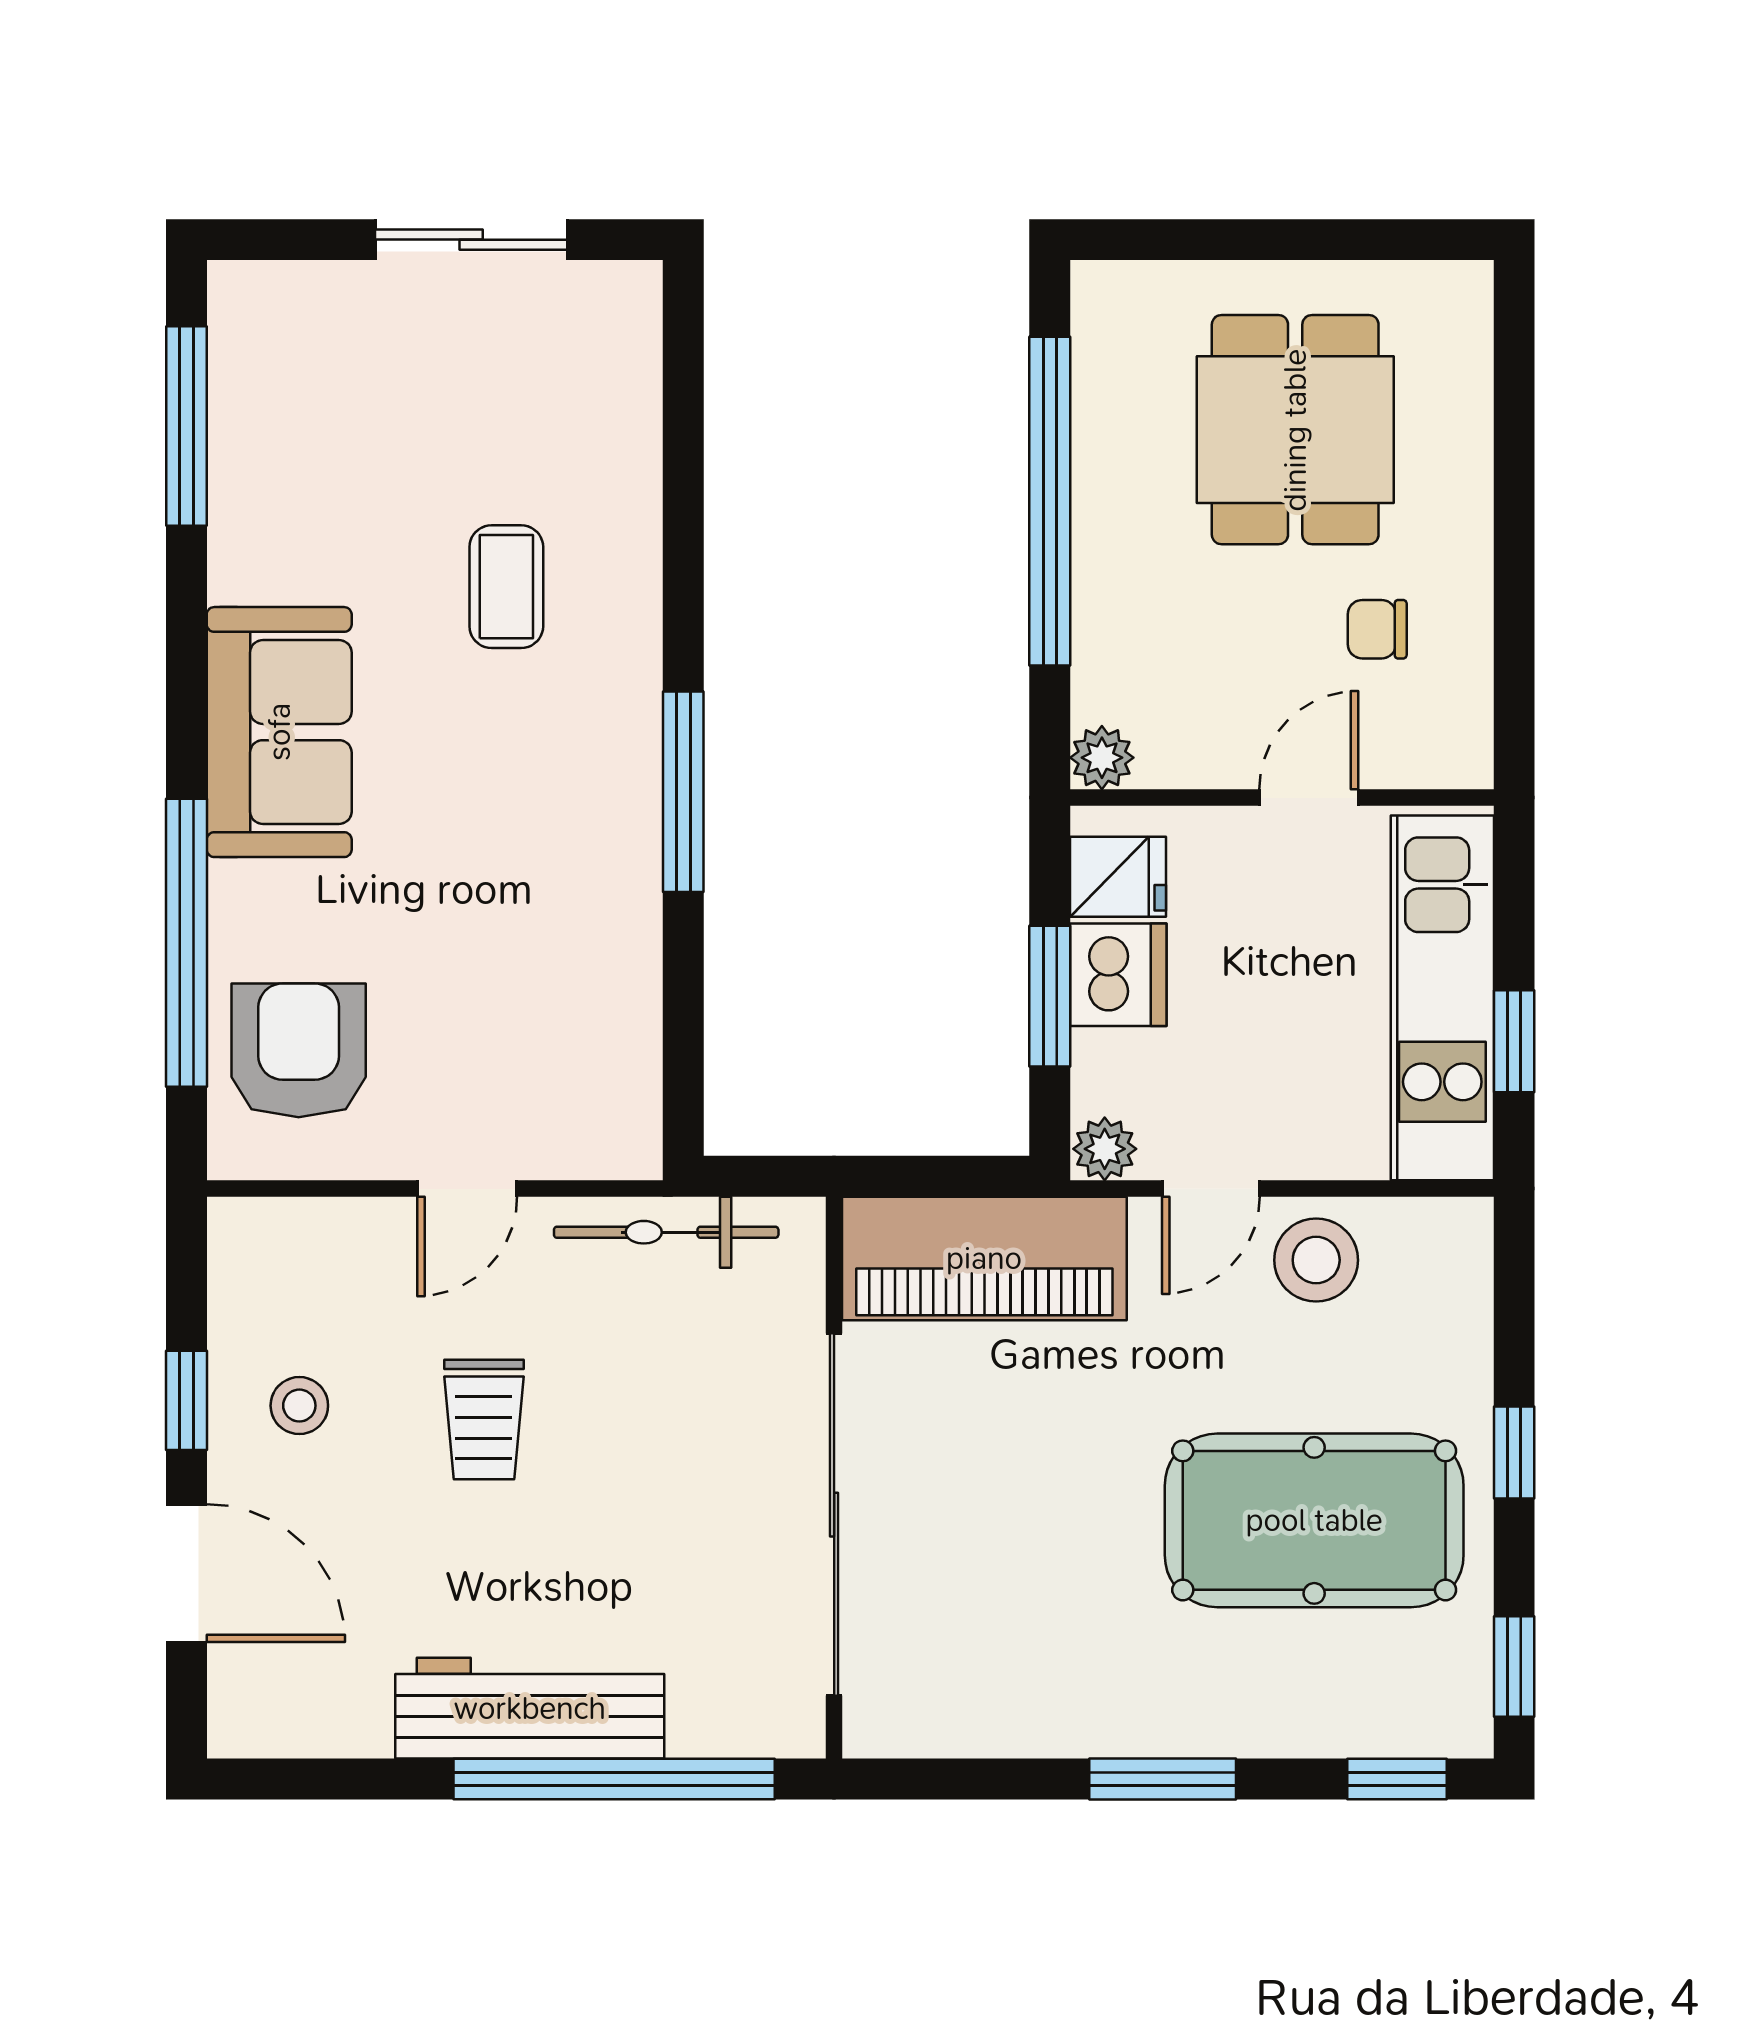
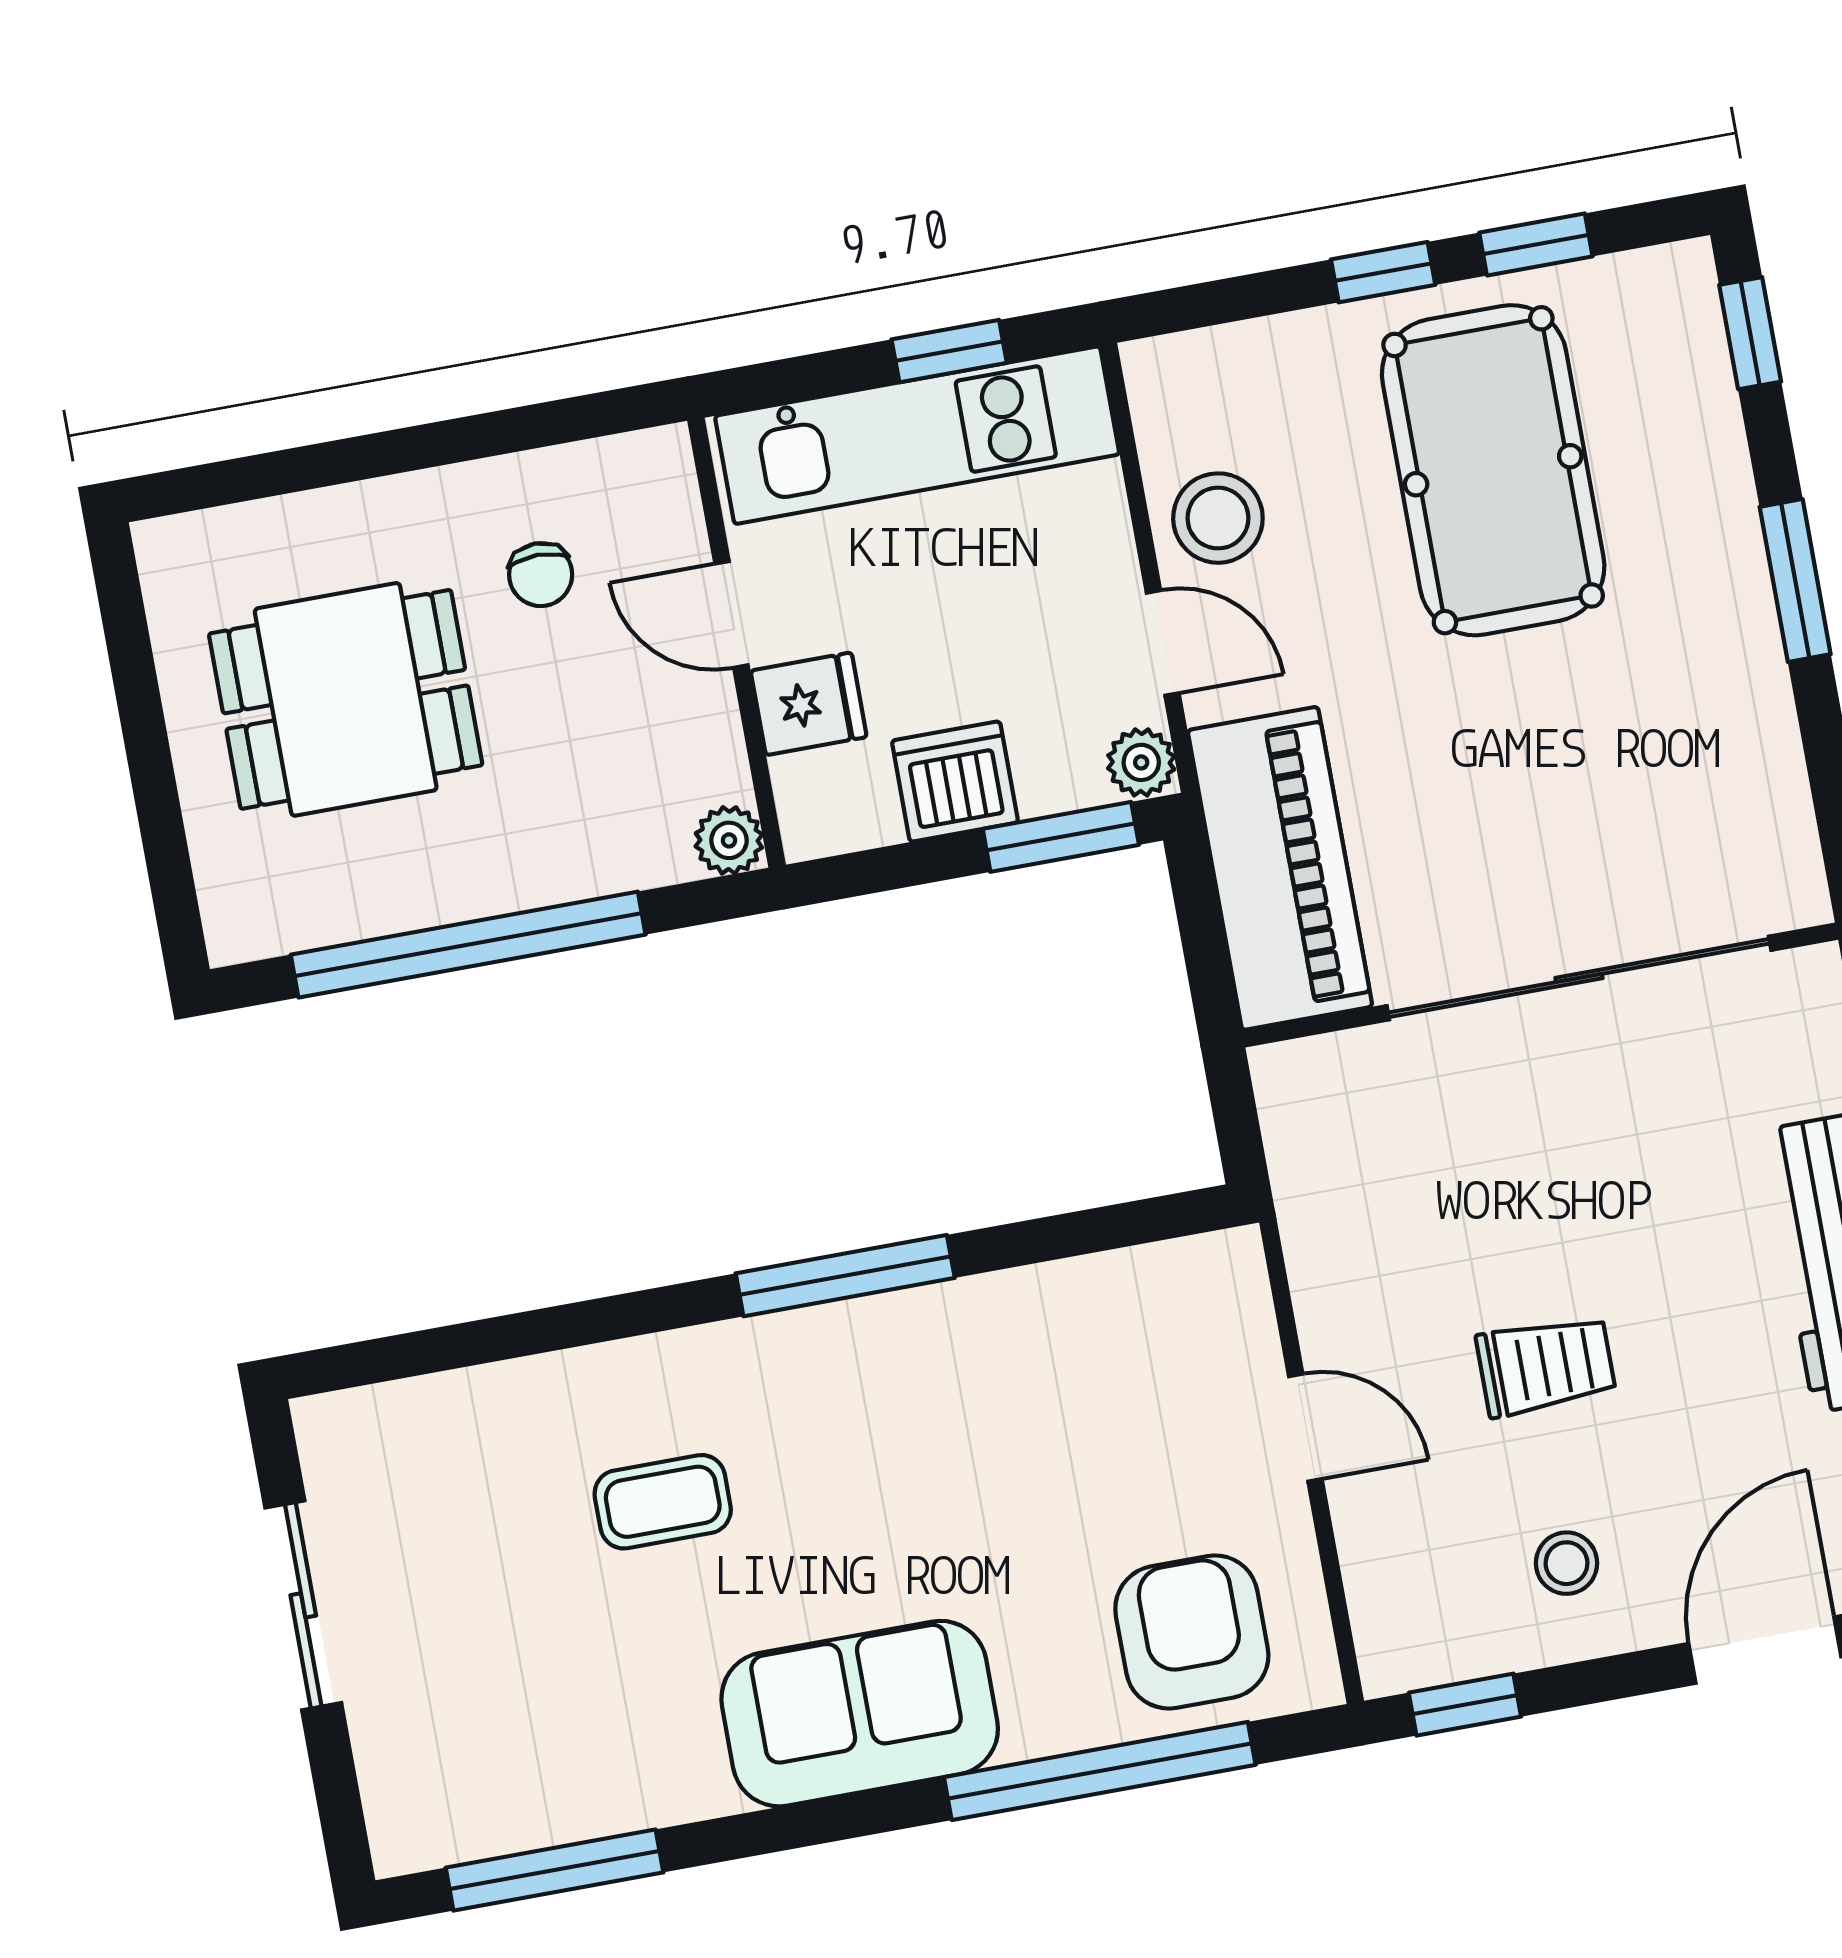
fridge: (1118, 877) -> (809, 704), moved, turned 90
window: (1050, 996) -> (1061, 837), moved
armchair: (299, 1050) -> (1192, 1632), turned 90
bicycle: (666, 1232) -> (1313, 1209), removed
window: (186, 1400) -> (1465, 1705), moved
window: (1514, 1666) -> (1536, 244), moved

